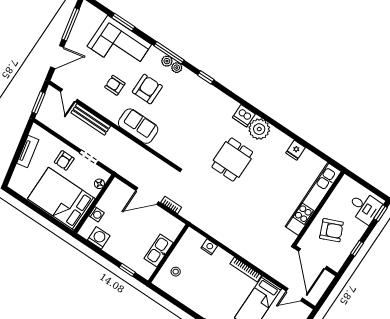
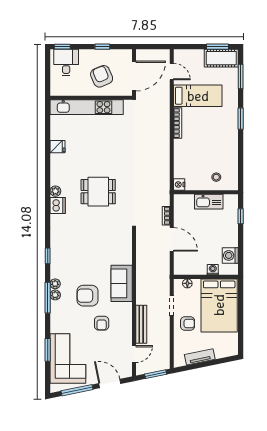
corner sofa: (119, 45) -> (68, 358), moved
plant: (259, 129) -> (55, 191), width x0.53, depth x0.53
nightstand: (209, 247) -> (179, 184), moved

